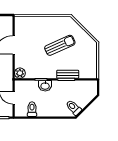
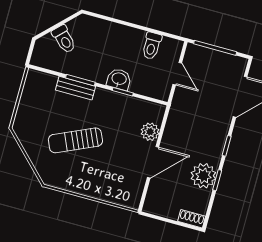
plant: (20, 73) -> (150, 132), moved
toilet: (74, 108) -> (64, 39), moved

